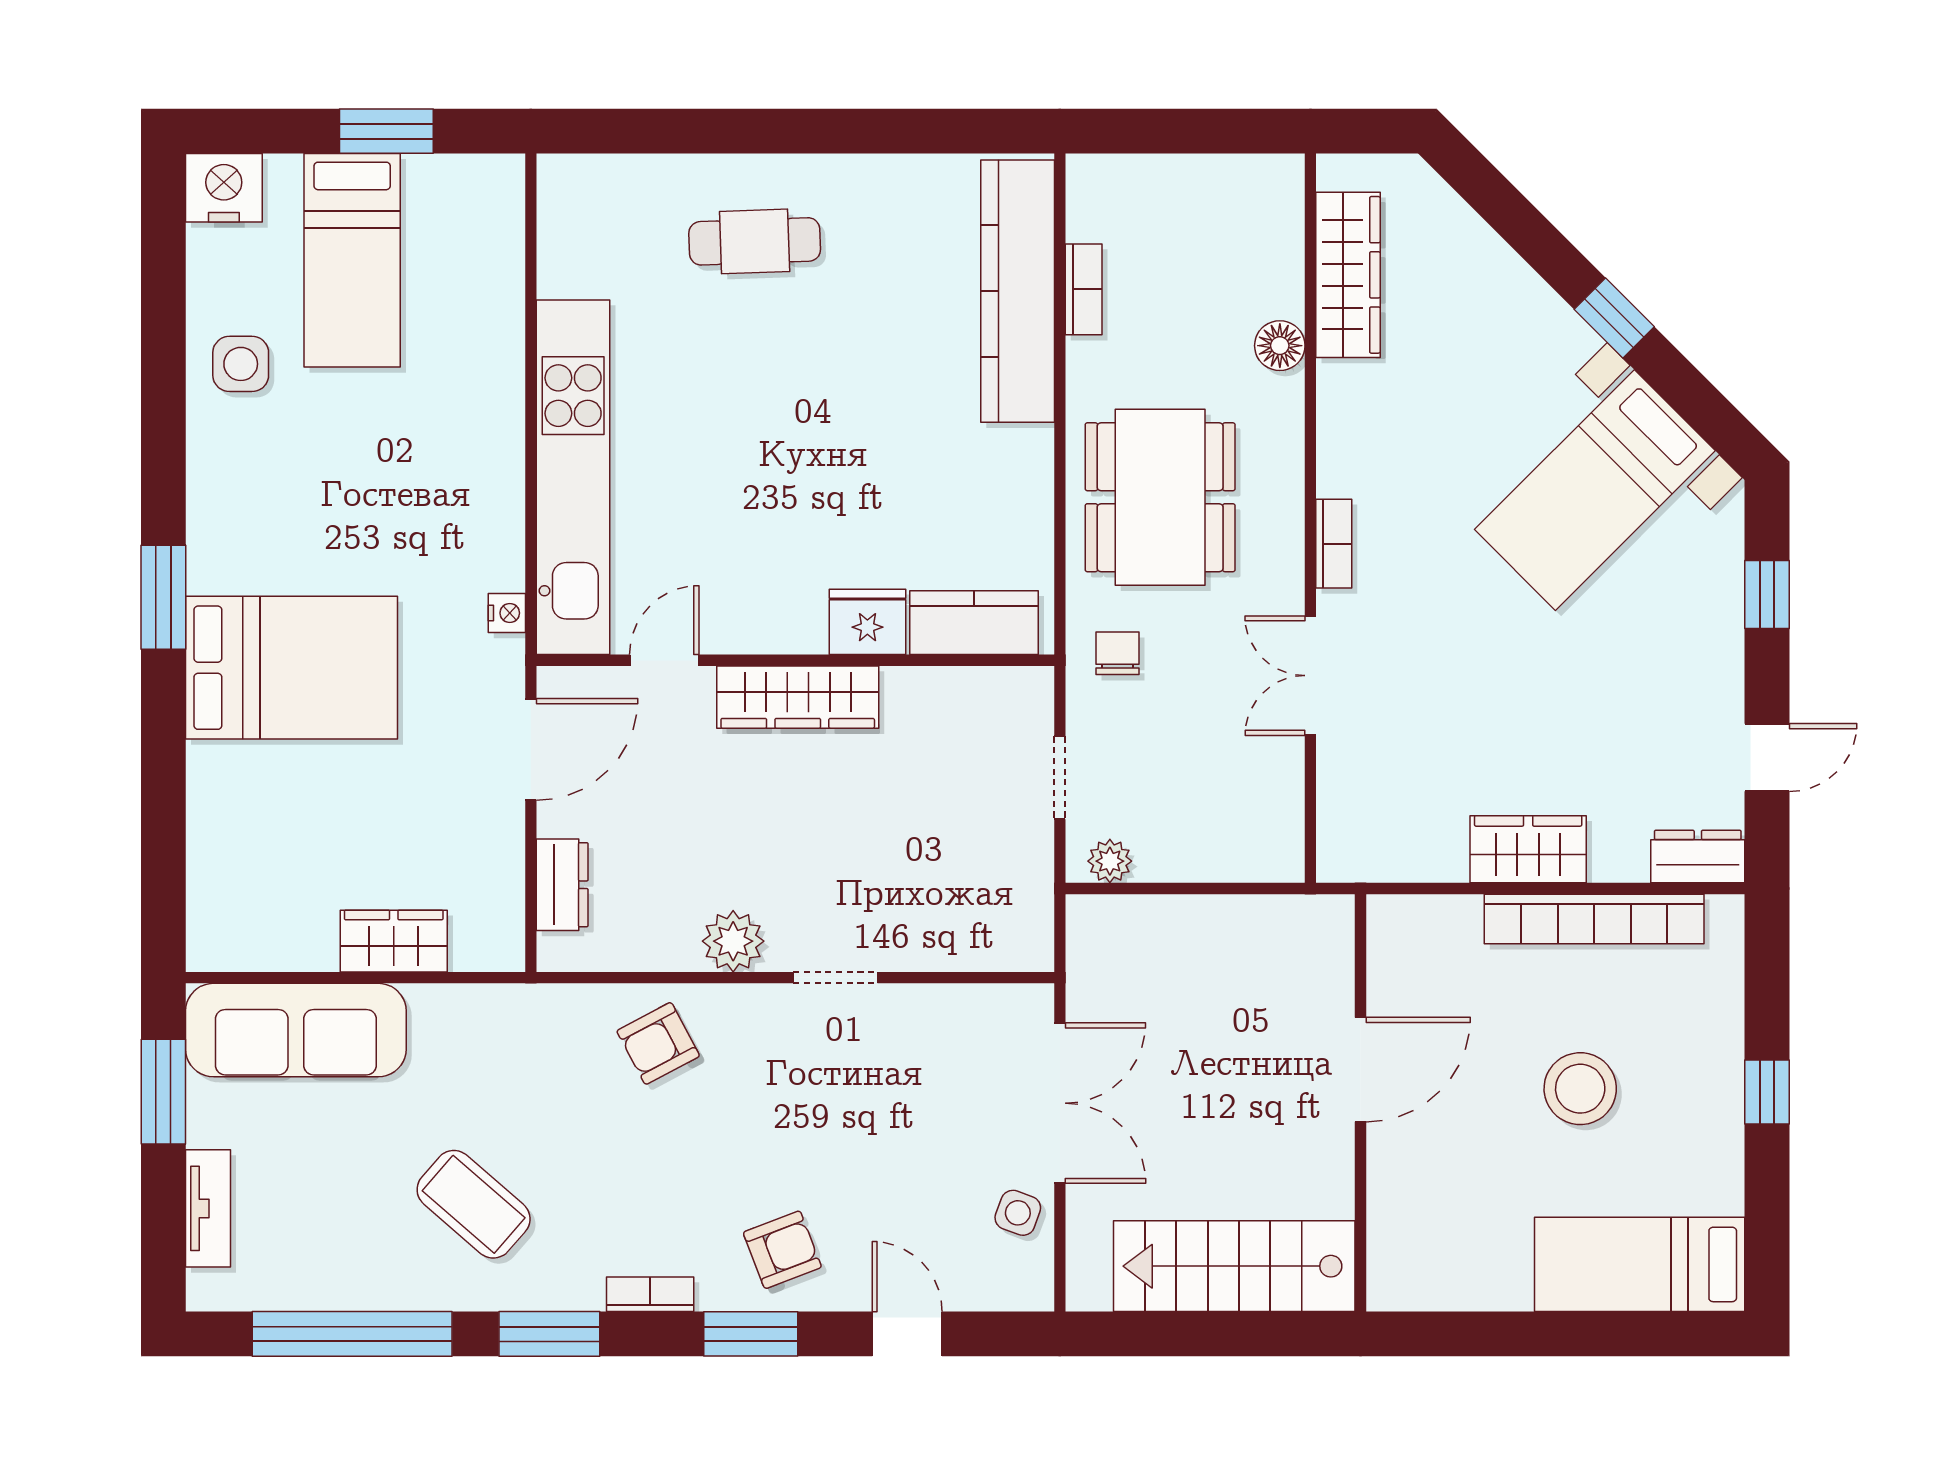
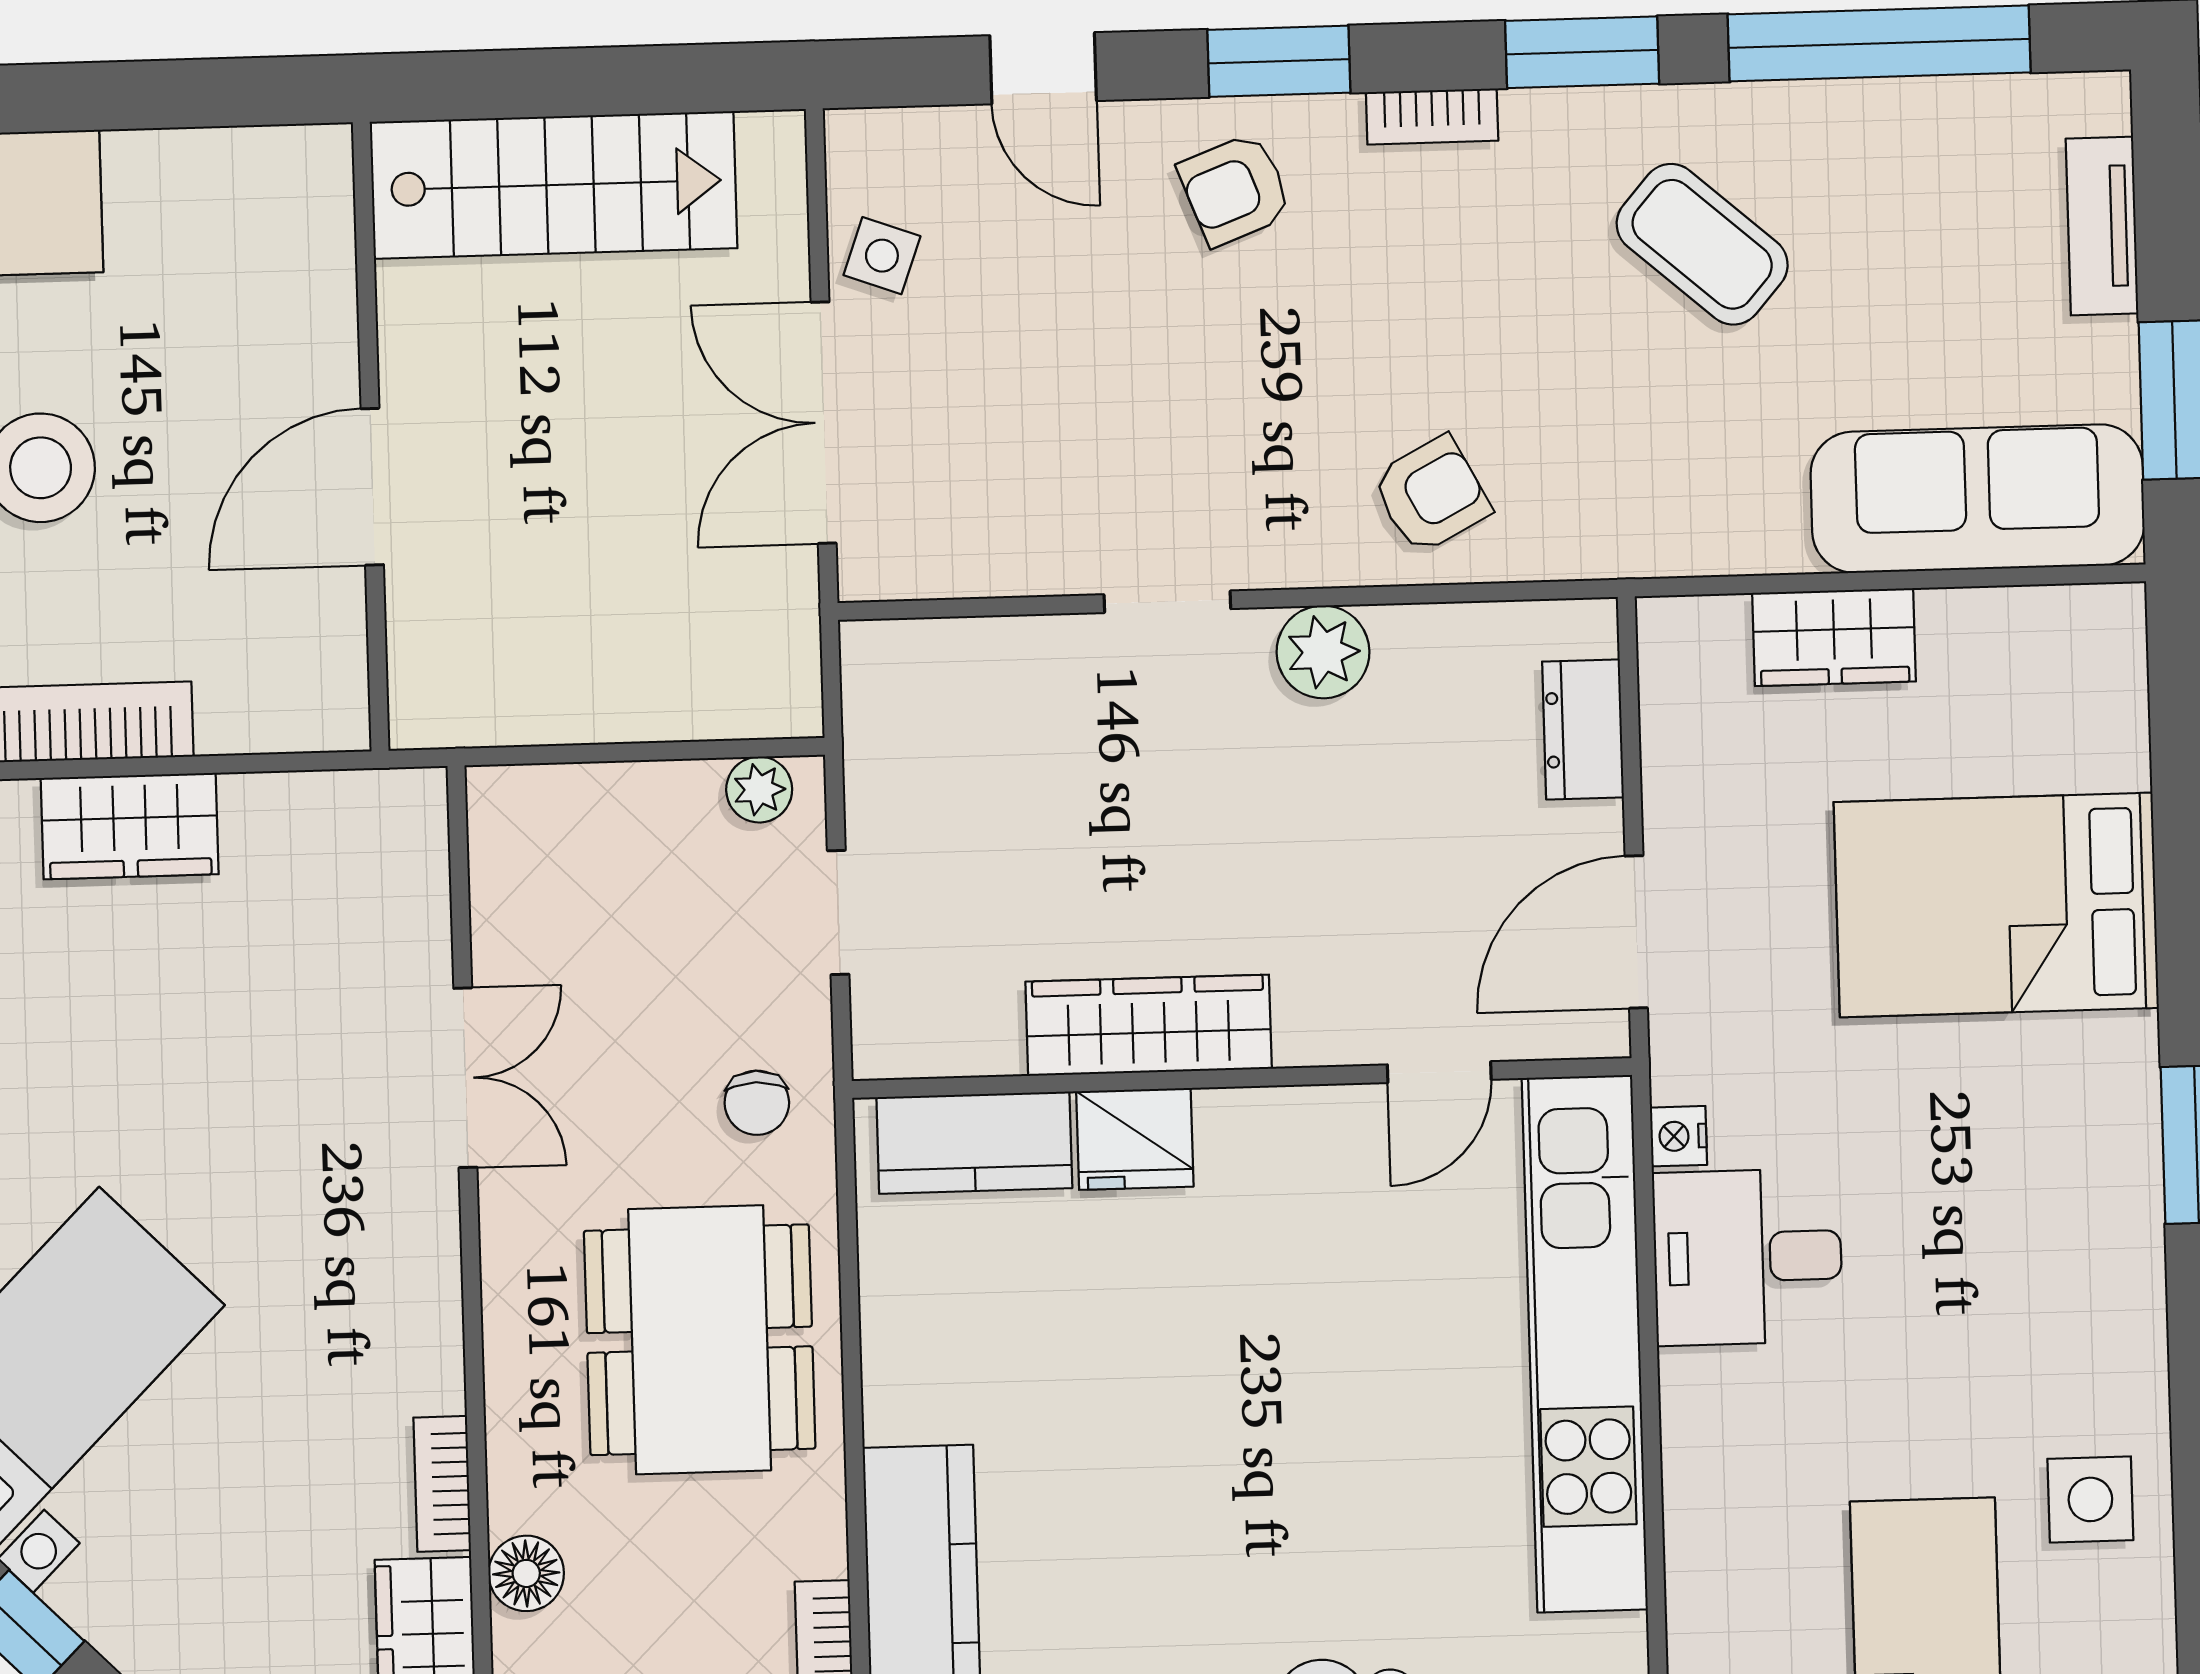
desk: (463, 532) -> (1748, 1257), added
bookcase: (1334, 544) -> (442, 1484), moved
bed: (291, 668) -> (1996, 905), moved
wardrobe: (798, 697) -> (1149, 1025), moved

